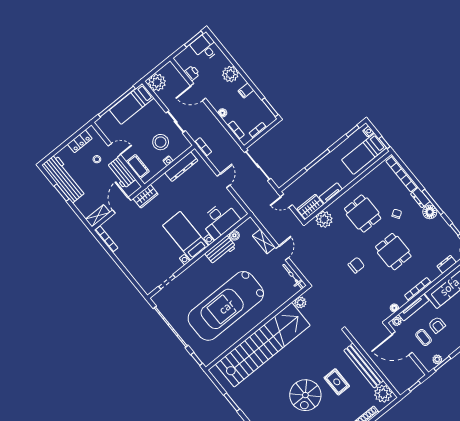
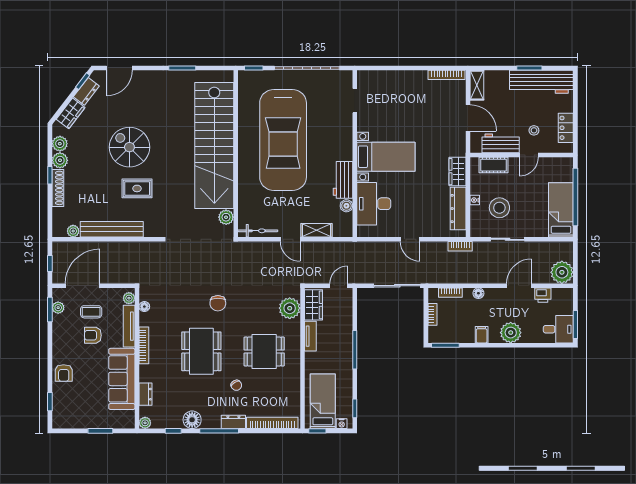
plant: (157, 82) -> (562, 272), moved
wardrobe: (146, 196) -> (457, 172), moved
floor lamp: (430, 212) -> (192, 420), moved
dining table: (393, 252) -> (201, 351), width x1.38
car: (226, 306) -> (283, 140), turned 180
door: (402, 343) -> (83, 286), moved
rug: (337, 382) -> (137, 188), moved
plant: (383, 394) -> (73, 231), width x0.53, depth x0.53

